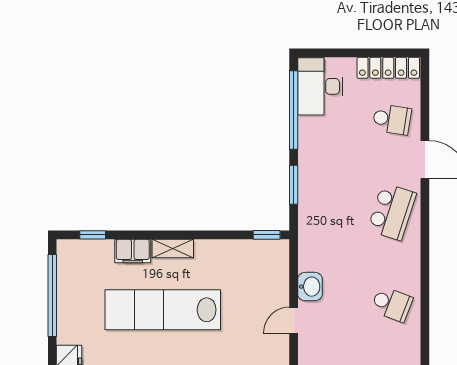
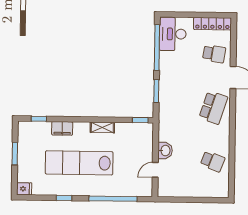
shelving: (173, 248) -> (102, 127), moved
window: (52, 295) -> (15, 154), width x0.47

